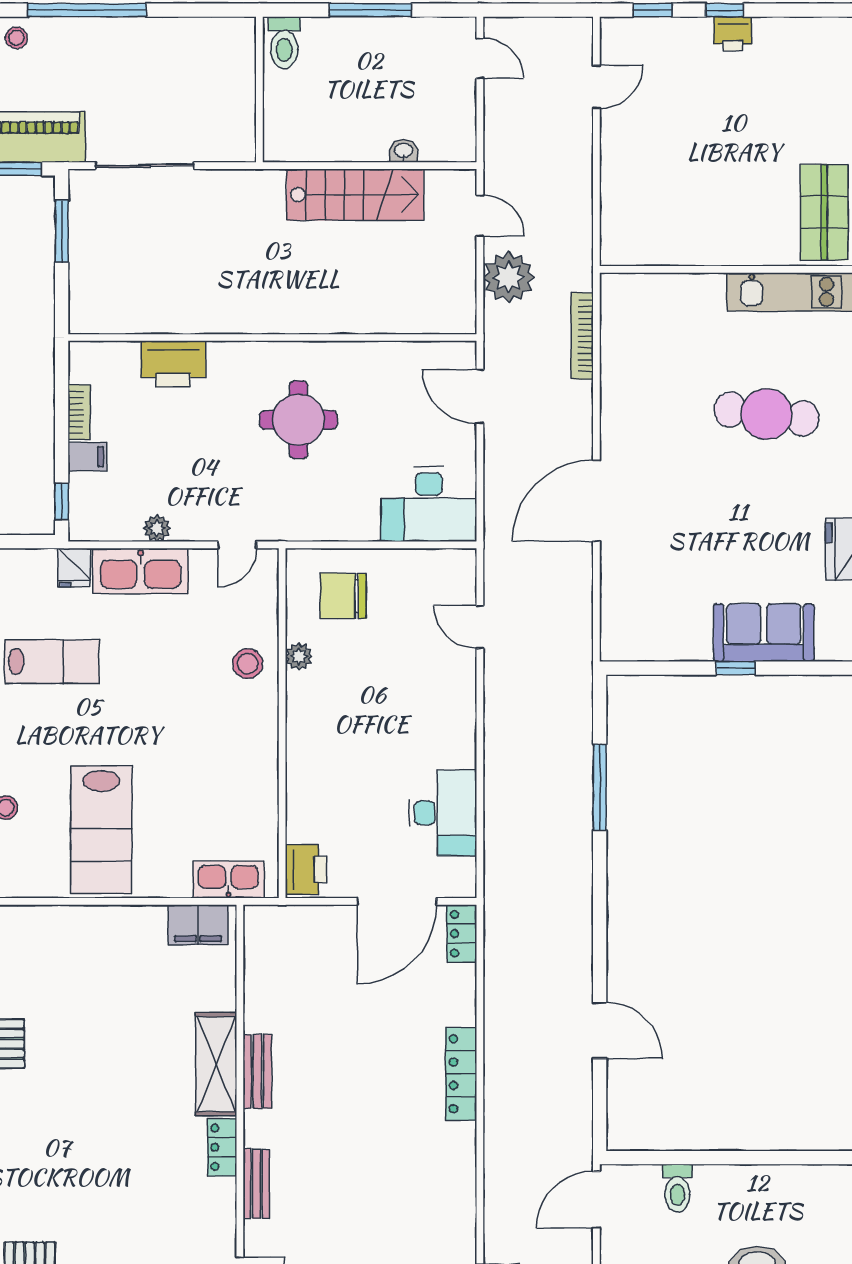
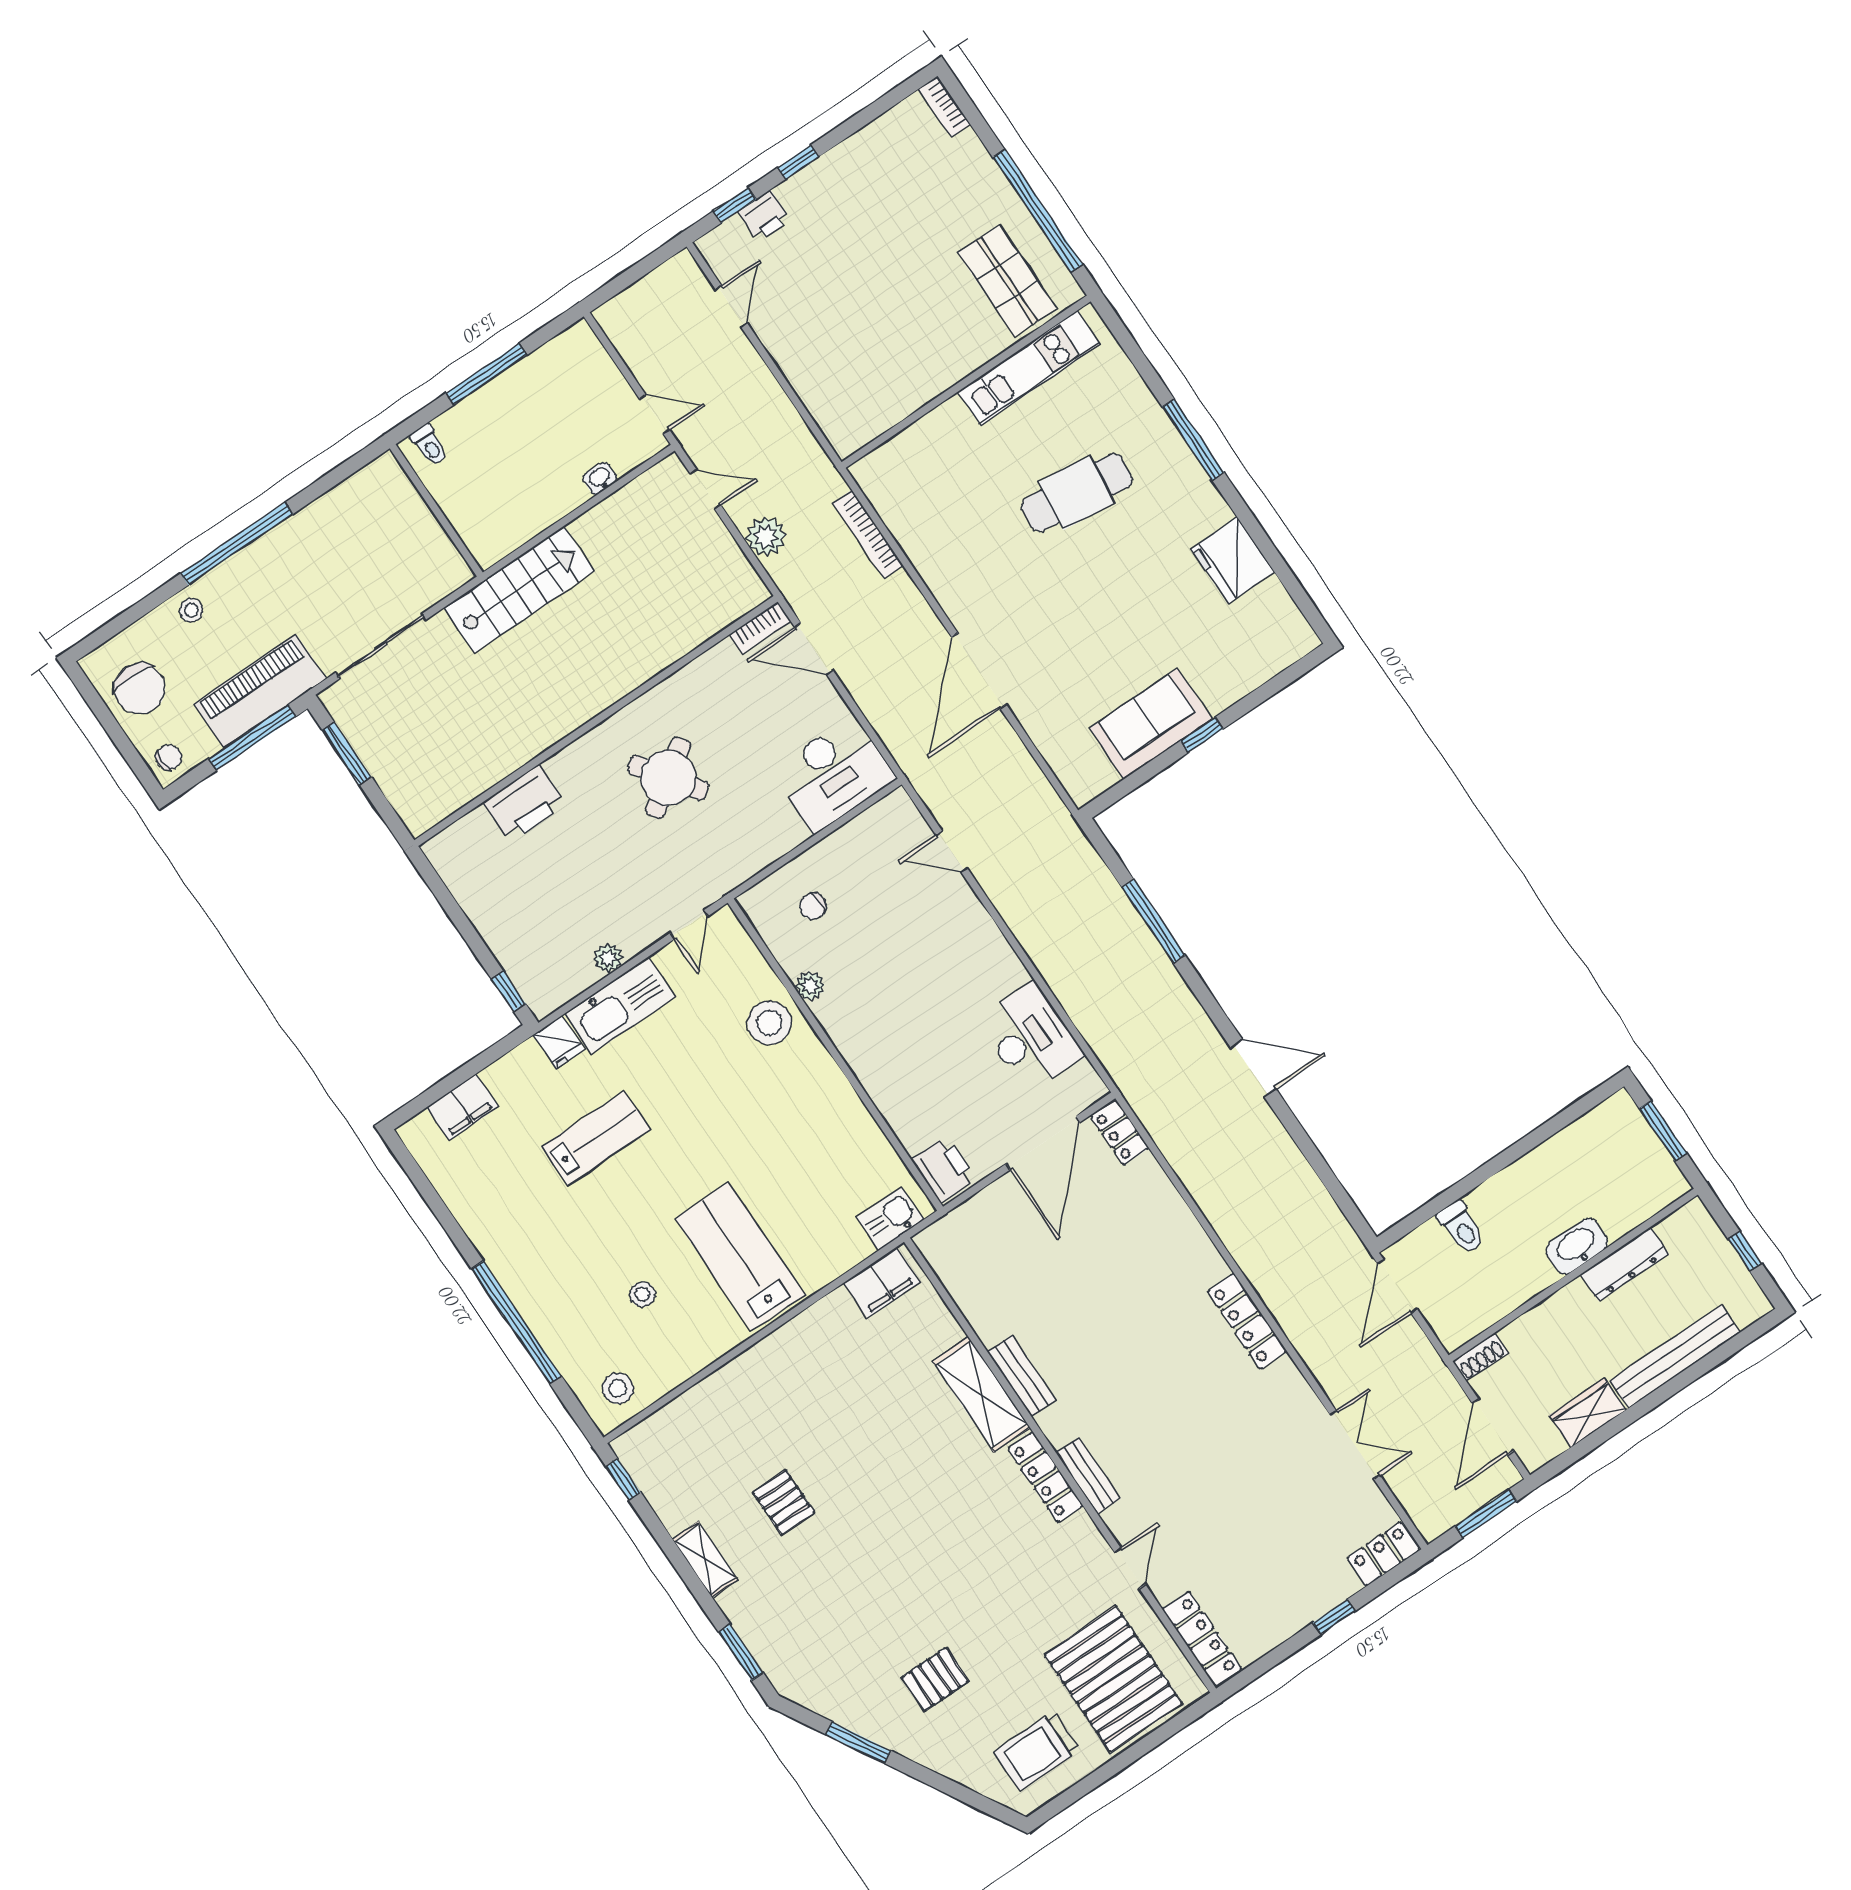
printer: (733, 34) -> (764, 216), moved
toilet: (284, 43) -> (429, 445), width x0.73, depth x0.72
door: (480, 58) -> (655, 414), moved
stairs: (355, 195) -> (519, 590), moved
plant: (509, 277) -> (766, 537), width x0.73, depth x0.73
bookcase: (79, 412) -> (760, 628), moved, turned 90
round table: (298, 420) -> (668, 778), turned -35
filing cabinet: (87, 457) -> (504, 937), removed
chair: (343, 596) -> (813, 906), width x0.54, depth x0.54
sofa: (764, 633) -> (1151, 724), moved
stool: (248, 664) -> (769, 1023), width x1.38, depth x1.38
lab bench: (101, 830) -> (740, 1257), turned 180
kitchen sink: (228, 880) -> (890, 1219), width x0.73
door: (600, 1030) -> (1253, 1068), moved
locker: (461, 1074) -> (1247, 1321), moved
locker: (222, 1147) -> (1045, 1477), width x1.53

